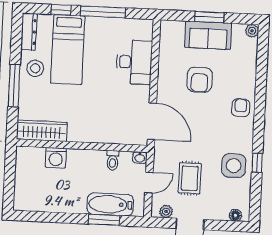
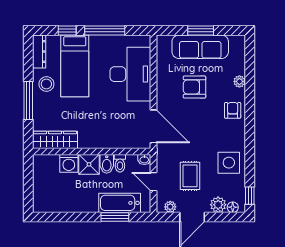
plant: (252, 31) -> (239, 81), moved
sofa: (208, 35) -> (200, 47), width x1.36
desk: (134, 62) -> (130, 74), width x1.36, depth x1.30
armchair: (200, 80) -> (194, 87), turned 90
shower: (78, 160) -> (89, 164), added
bidet: (98, 160) -> (107, 164), added
window: (257, 163) -> (250, 196), moved
door: (149, 183) -> (154, 182), swing flipped
plant: (219, 212) -> (218, 205), added

